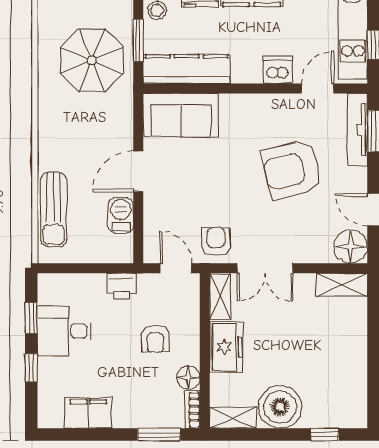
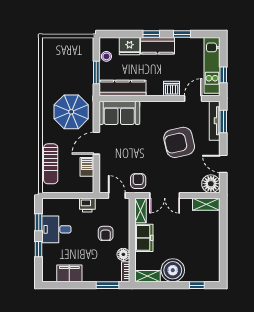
parasol: (92, 60) -> (71, 112), moved

